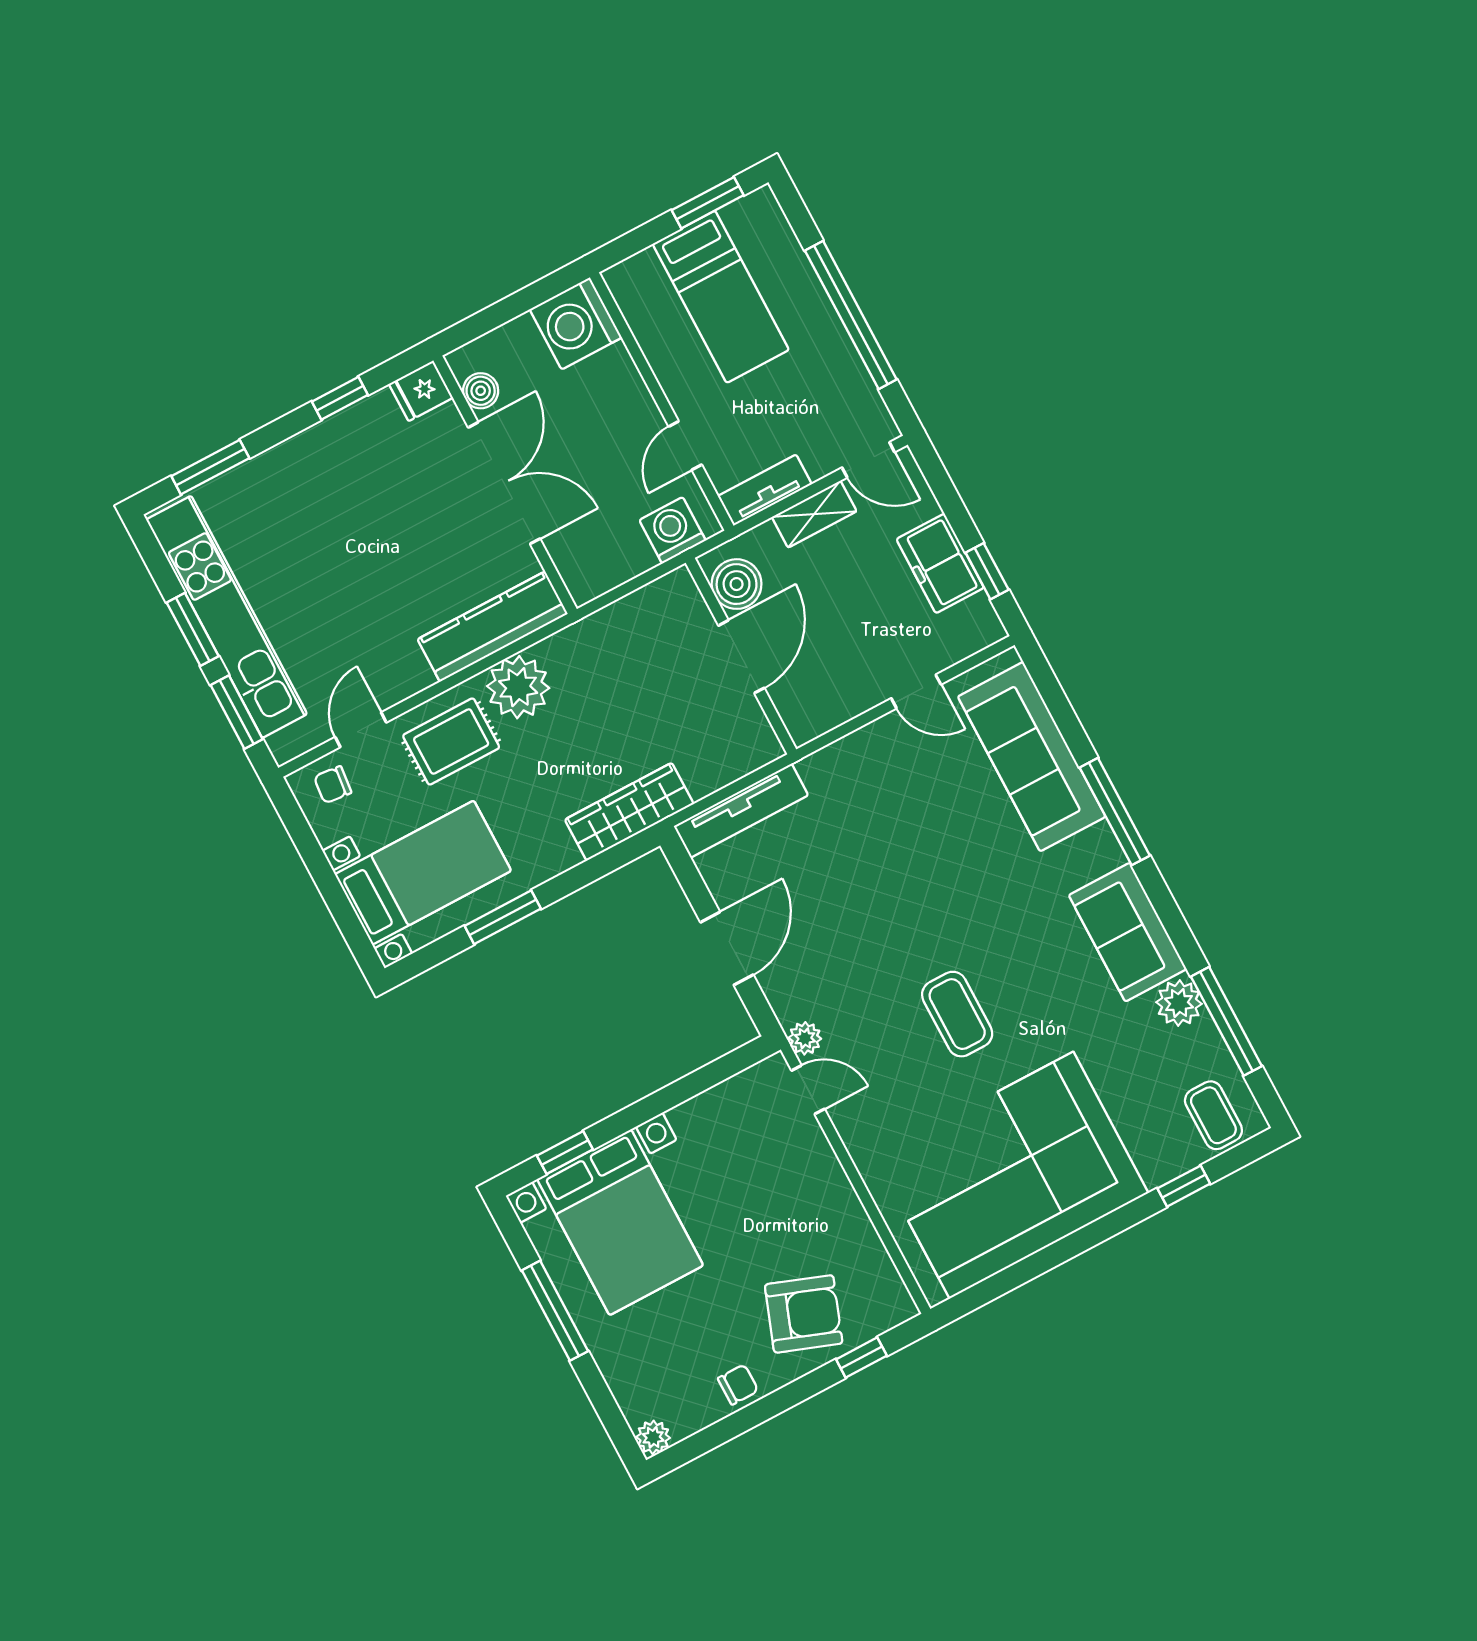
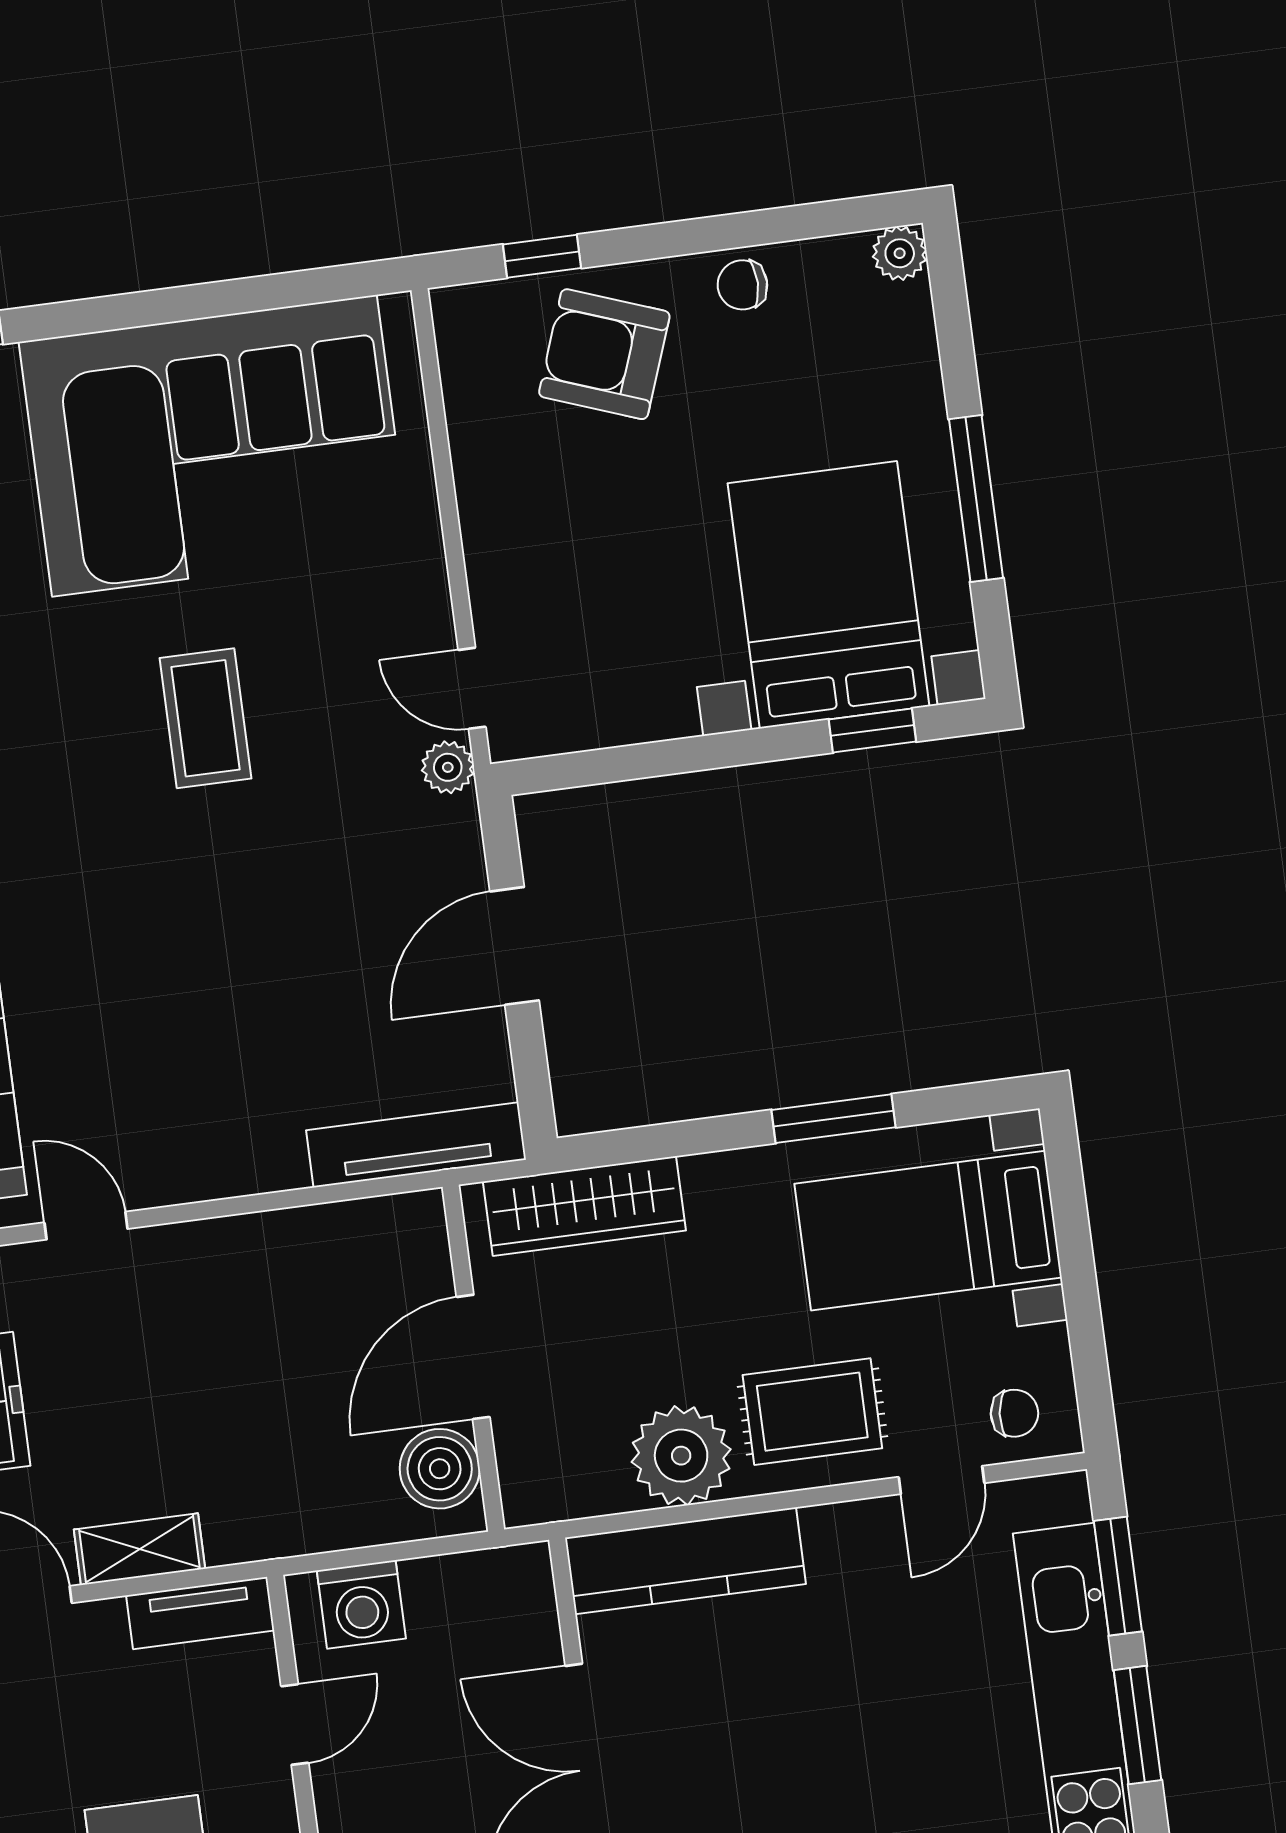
boiler: (737, 584) -> (440, 1469), moved
wall: (741, 656) -> (473, 1358), moved
door: (741, 657) -> (473, 1357), moved

